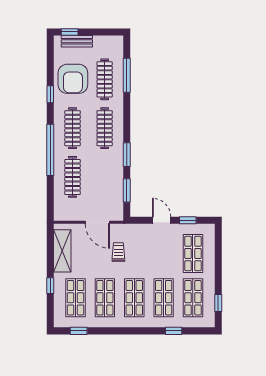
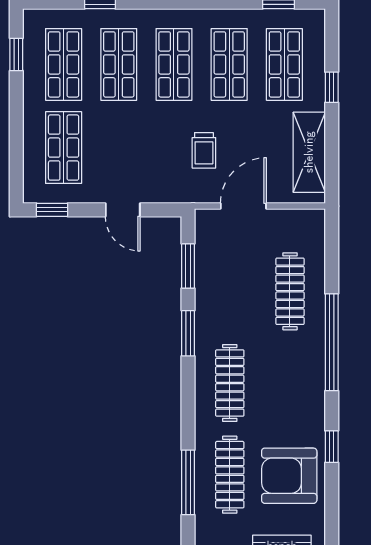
armchair: (73, 79) -> (289, 476), turned -90
clothes rail: (73, 128) -> (290, 383), removed
window: (188, 220) -> (52, 210), moved
door: (97, 222) -> (243, 206), hinge flipped

